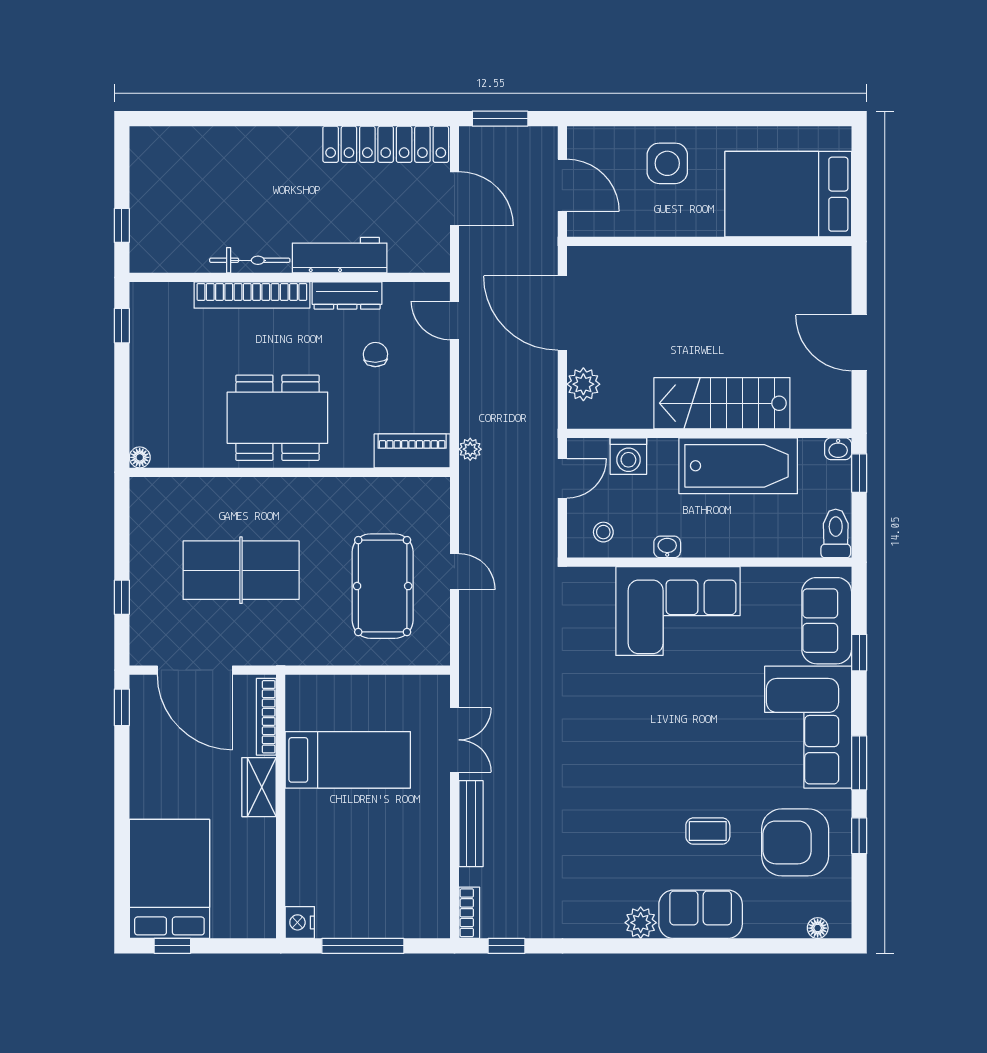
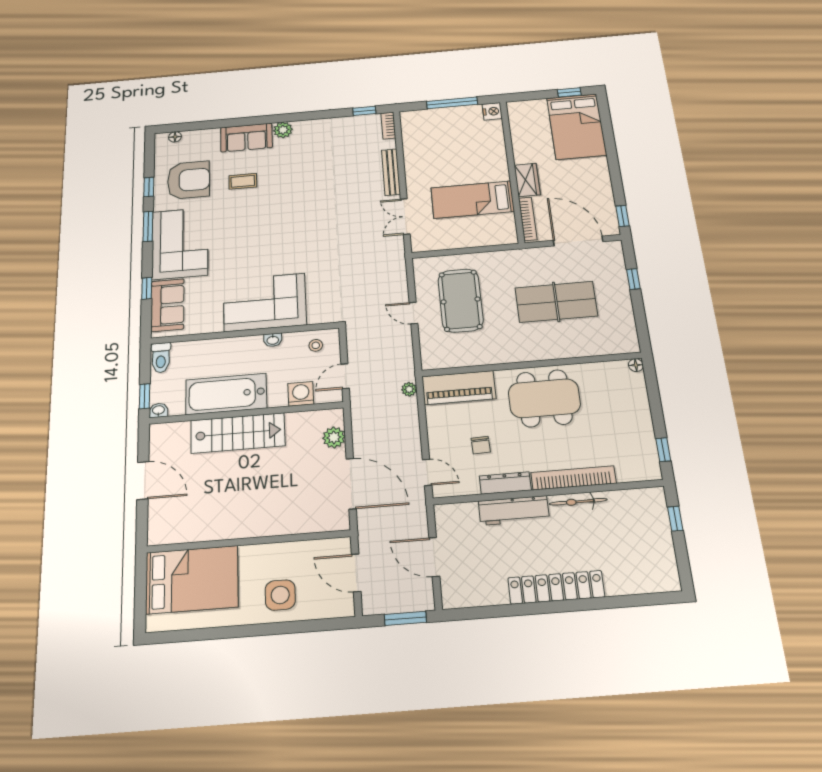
locker: (386, 144) -> (556, 587), moved
piano: (412, 451) -> (459, 388), width x1.37, depth x1.33

